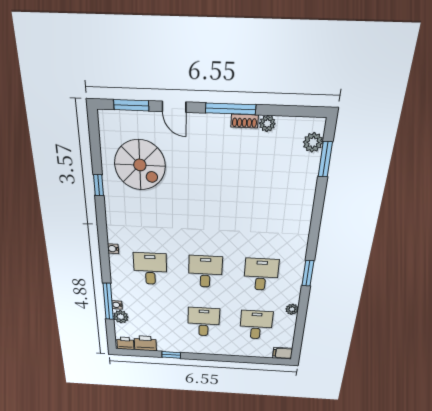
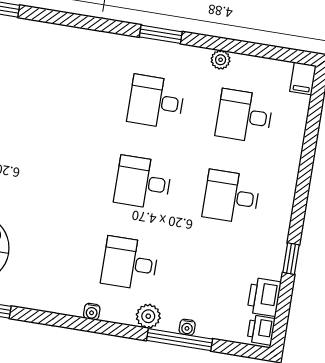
plant: (121, 317) -> (148, 316), moved

